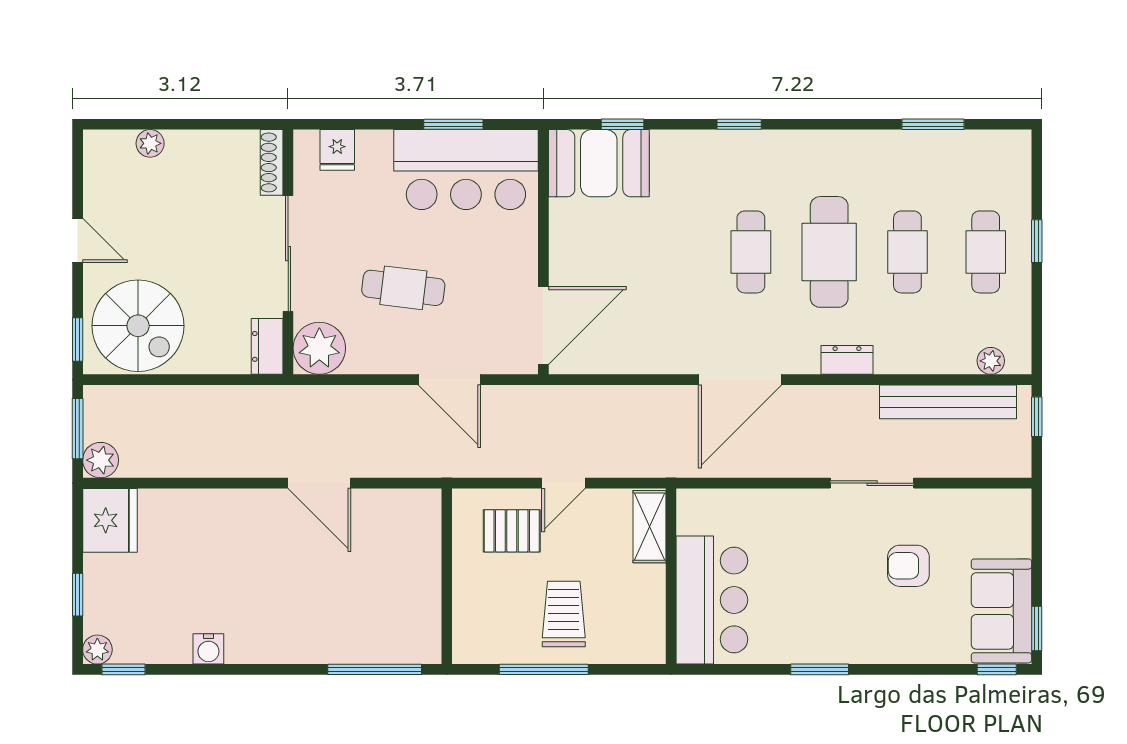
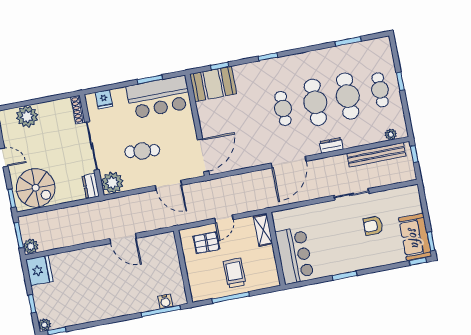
plant: (150, 143) -> (27, 116), width x1.88, depth x1.88
cafe table: (907, 252) -> (348, 96), width x1.37, depth x1.35
water cooler: (208, 649) -> (165, 301), moved

